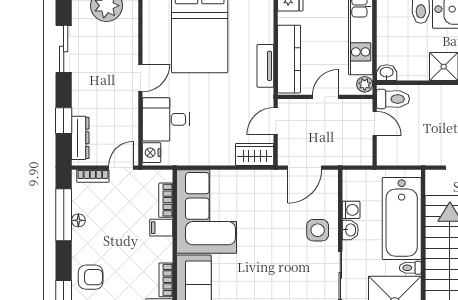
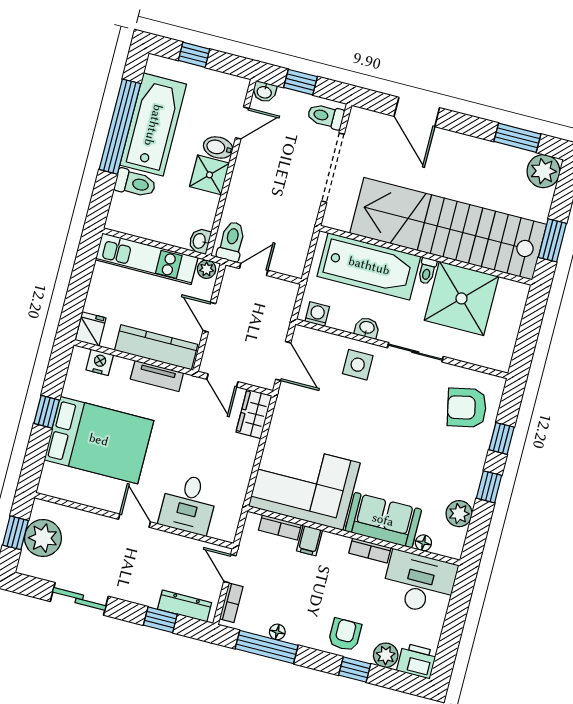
nightstand: (152, 153) -> (100, 362), moved, turned 180
washing machine: (351, 210) -> (317, 314), moved

